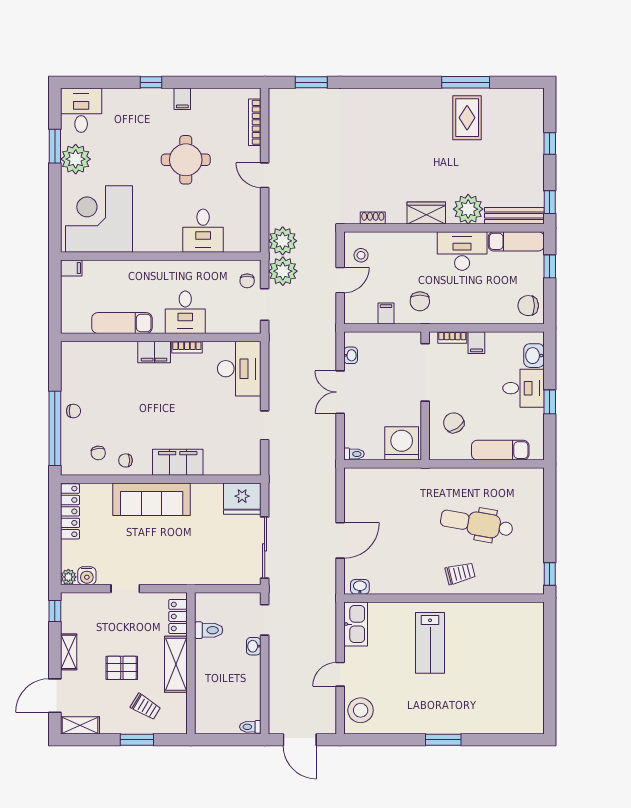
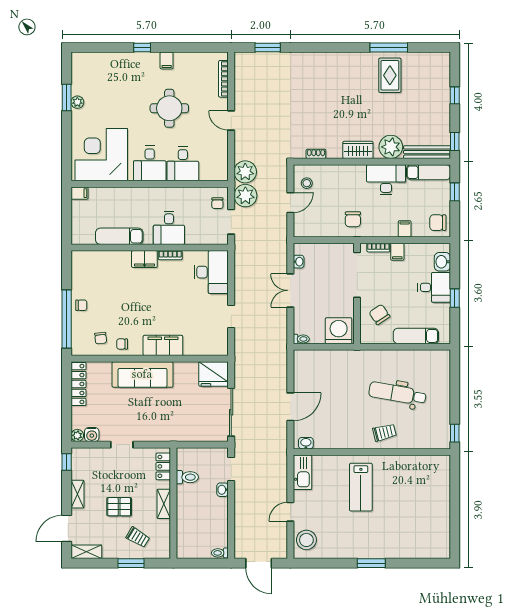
desk: (81, 110) -> (150, 163), moved, turned 180
plant: (76, 159) -> (77, 102), width x0.53, depth x0.53
filing cabinet: (386, 314) -> (405, 229), moved
shelving: (176, 664) -> (164, 504), width x0.67, depth x0.75

